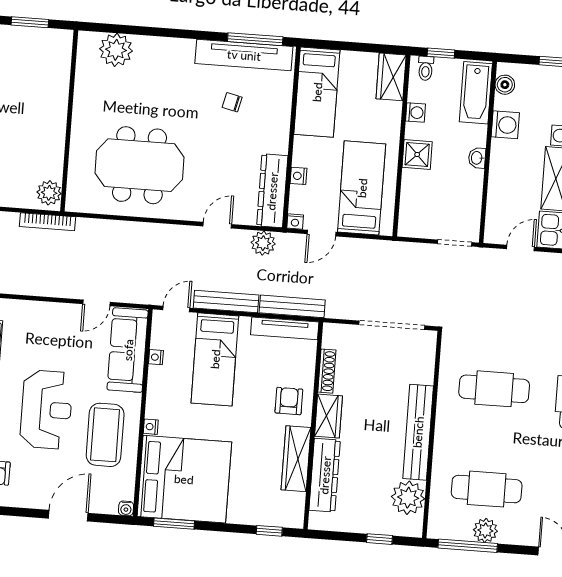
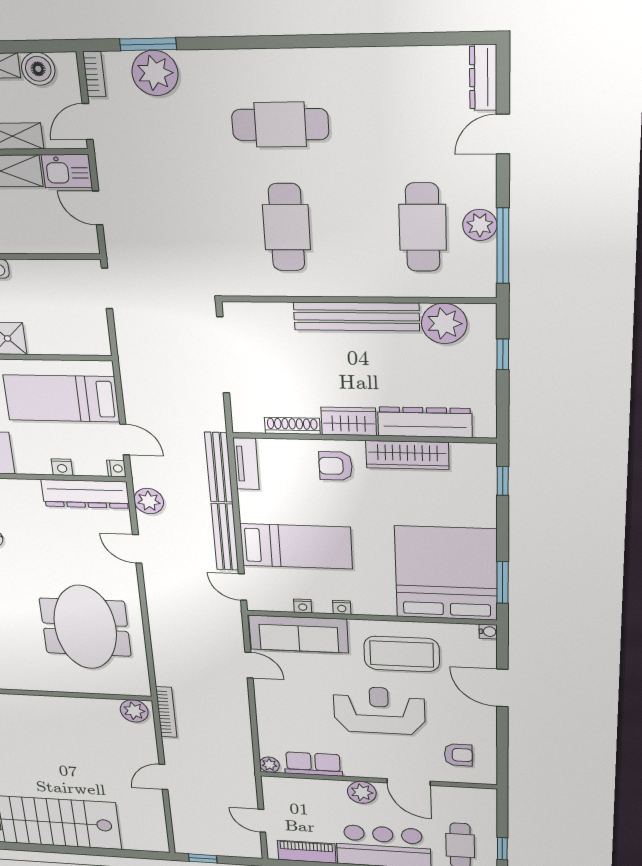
tv unit: (285, 328) -> (246, 464), width x0.71
nightstand: (151, 427) -> (342, 607), moved

